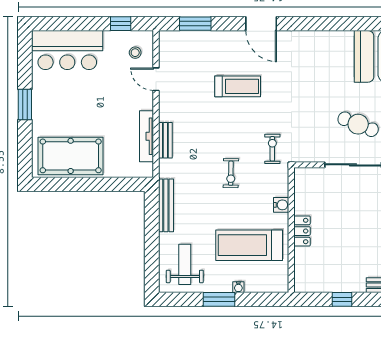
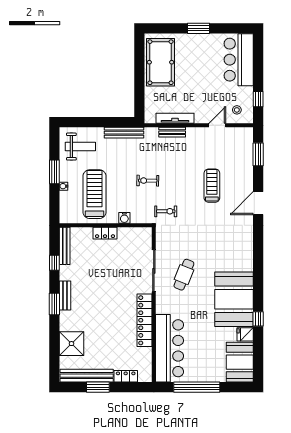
treadmill: (238, 86) -> (212, 186), turned 180
bench: (319, 286) -> (65, 246), added

